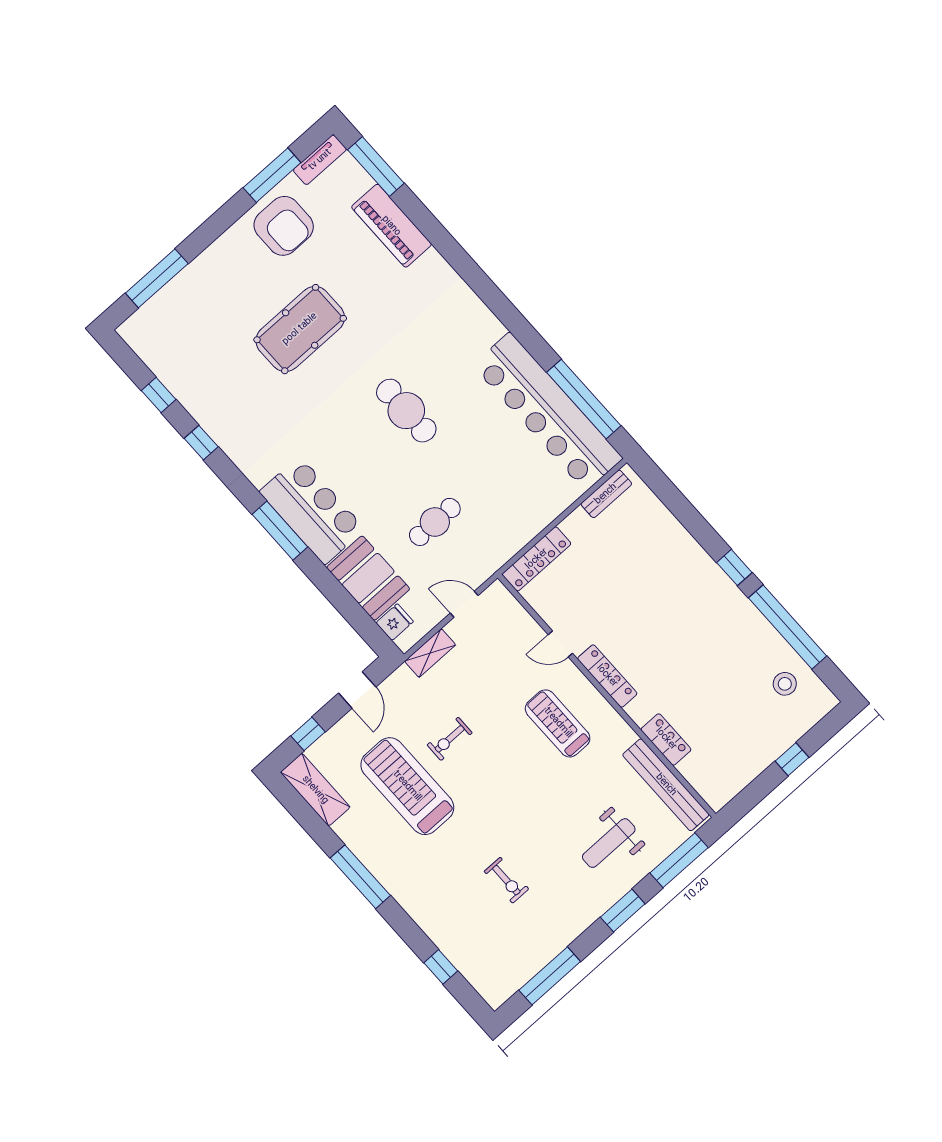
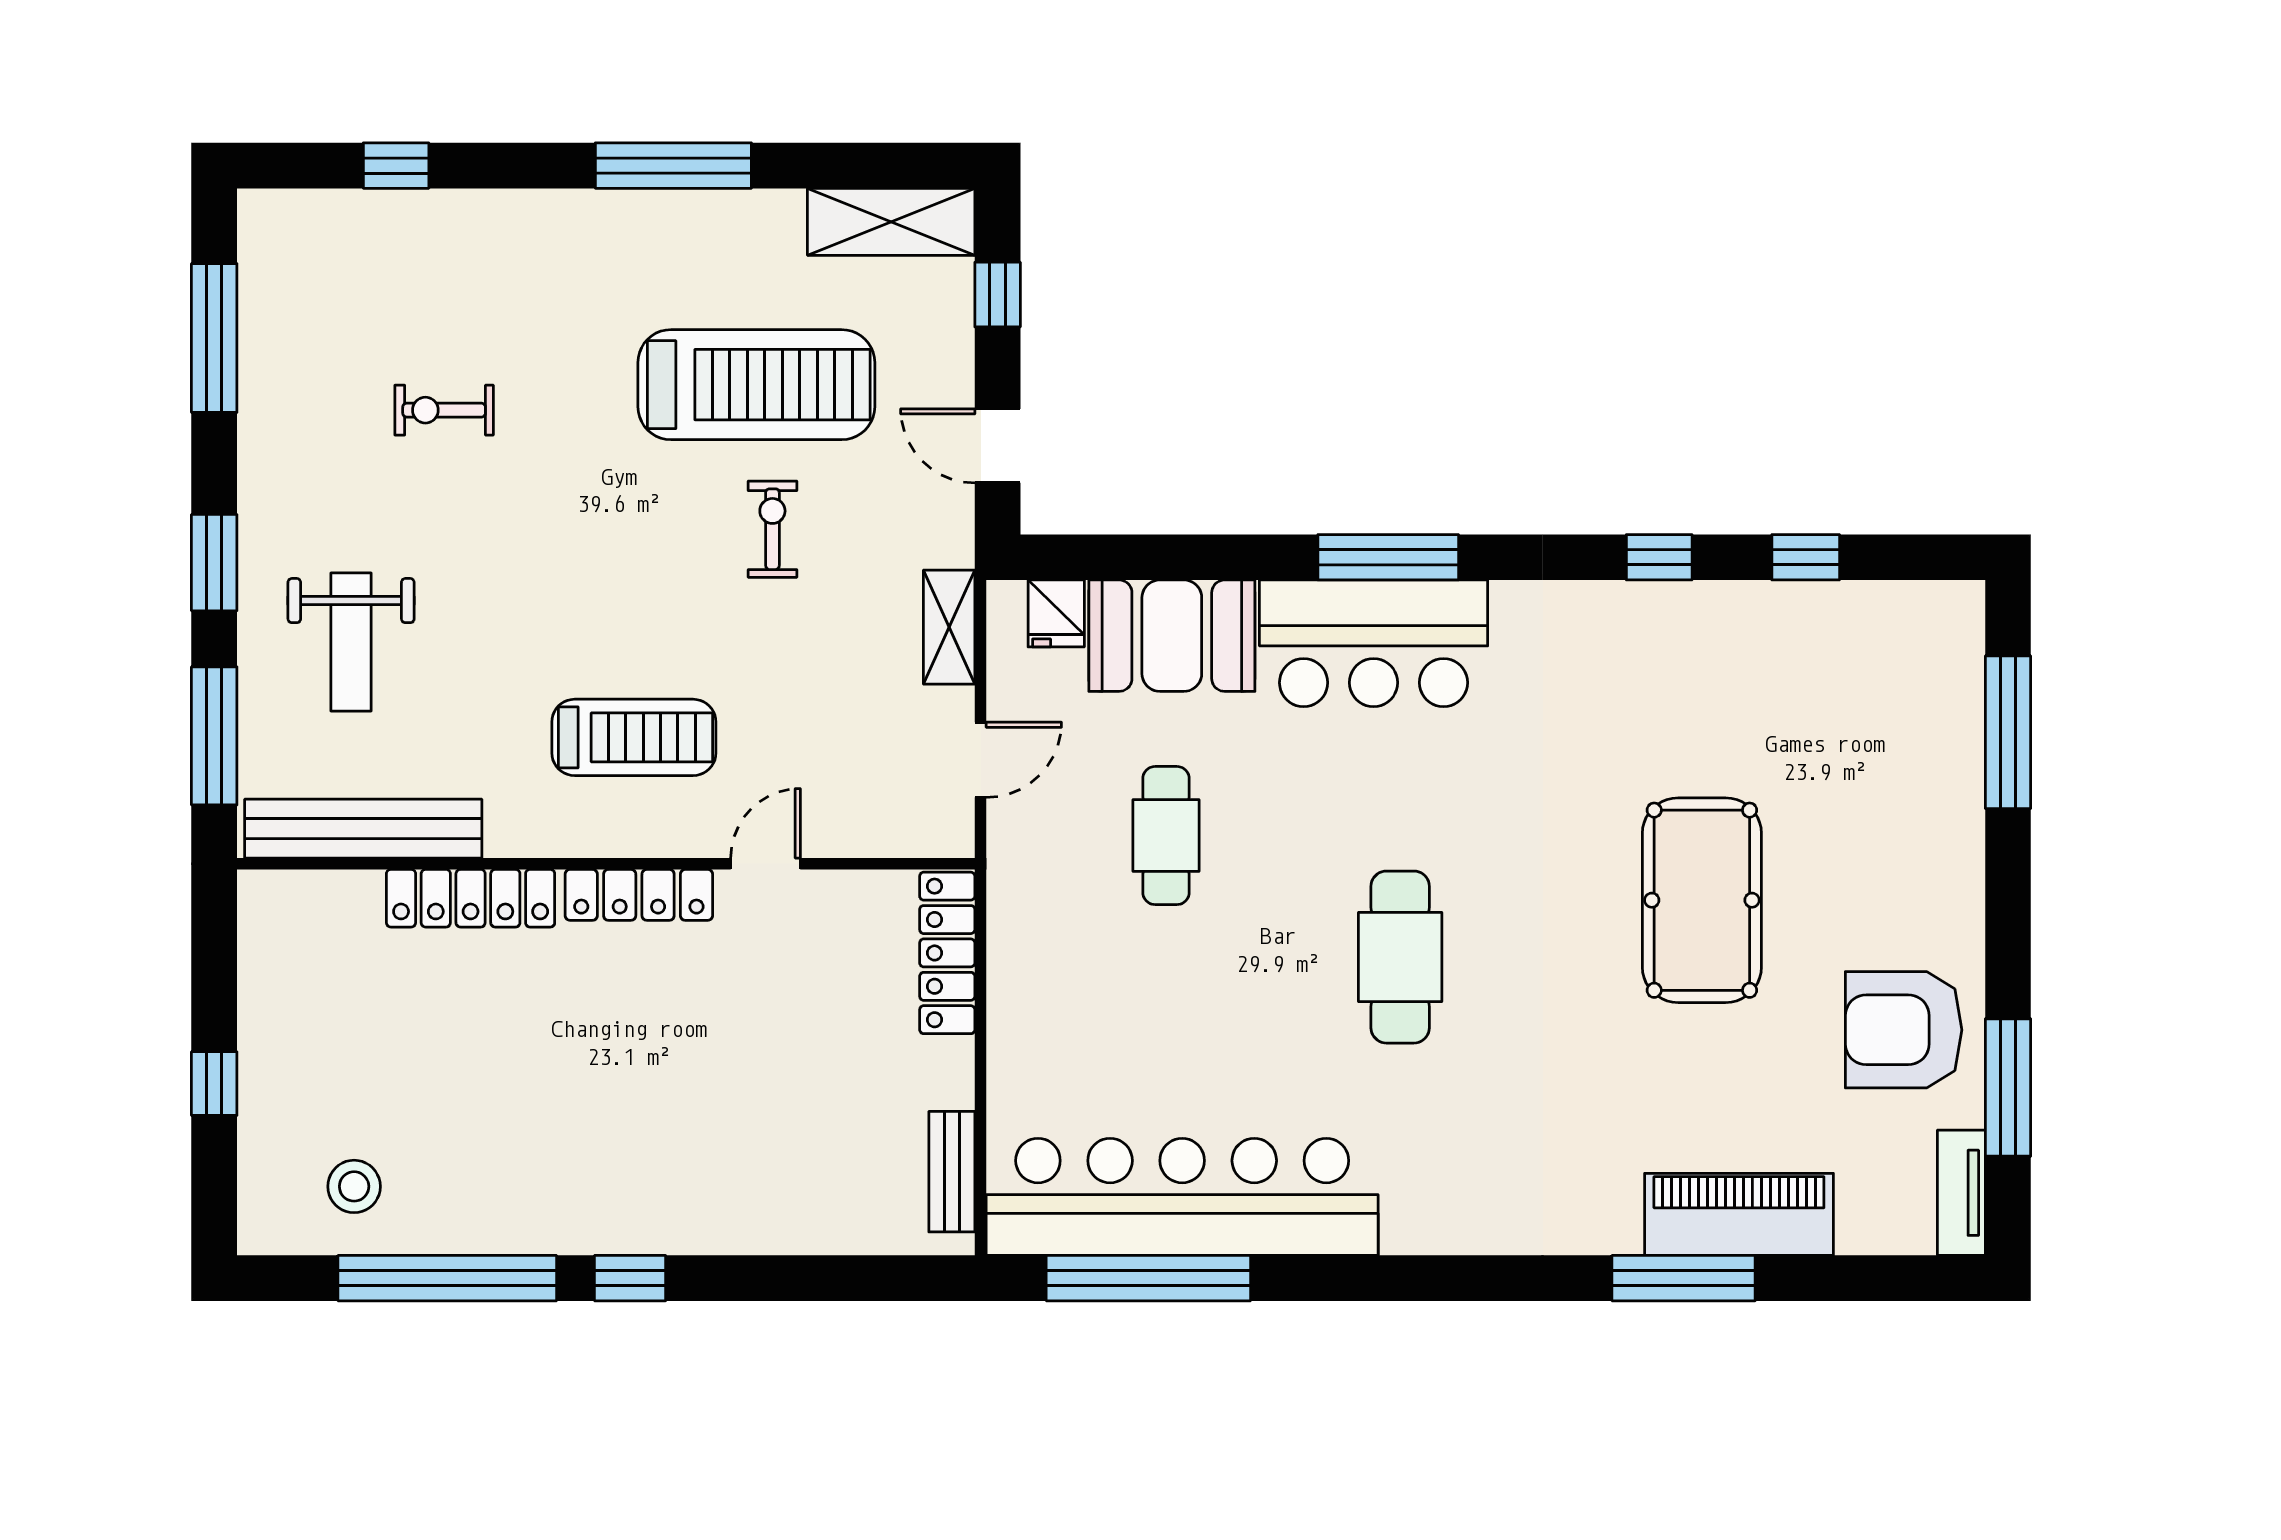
window: (376, 166) -> (1684, 1278), moved
cafe table: (406, 411) -> (1400, 957), turned 90
locker: (666, 739) -> (471, 898), width x1.53
weight bench: (609, 843) -> (351, 642), turned 180

